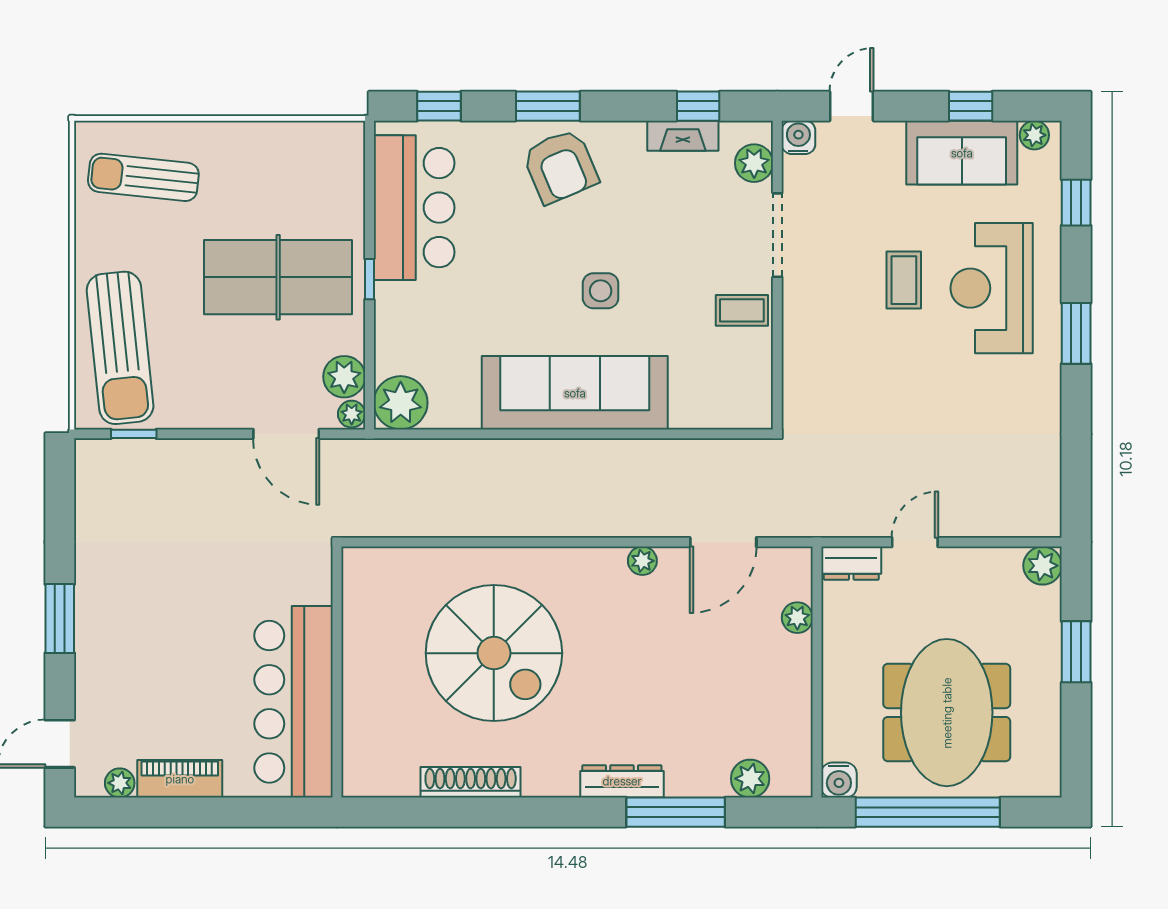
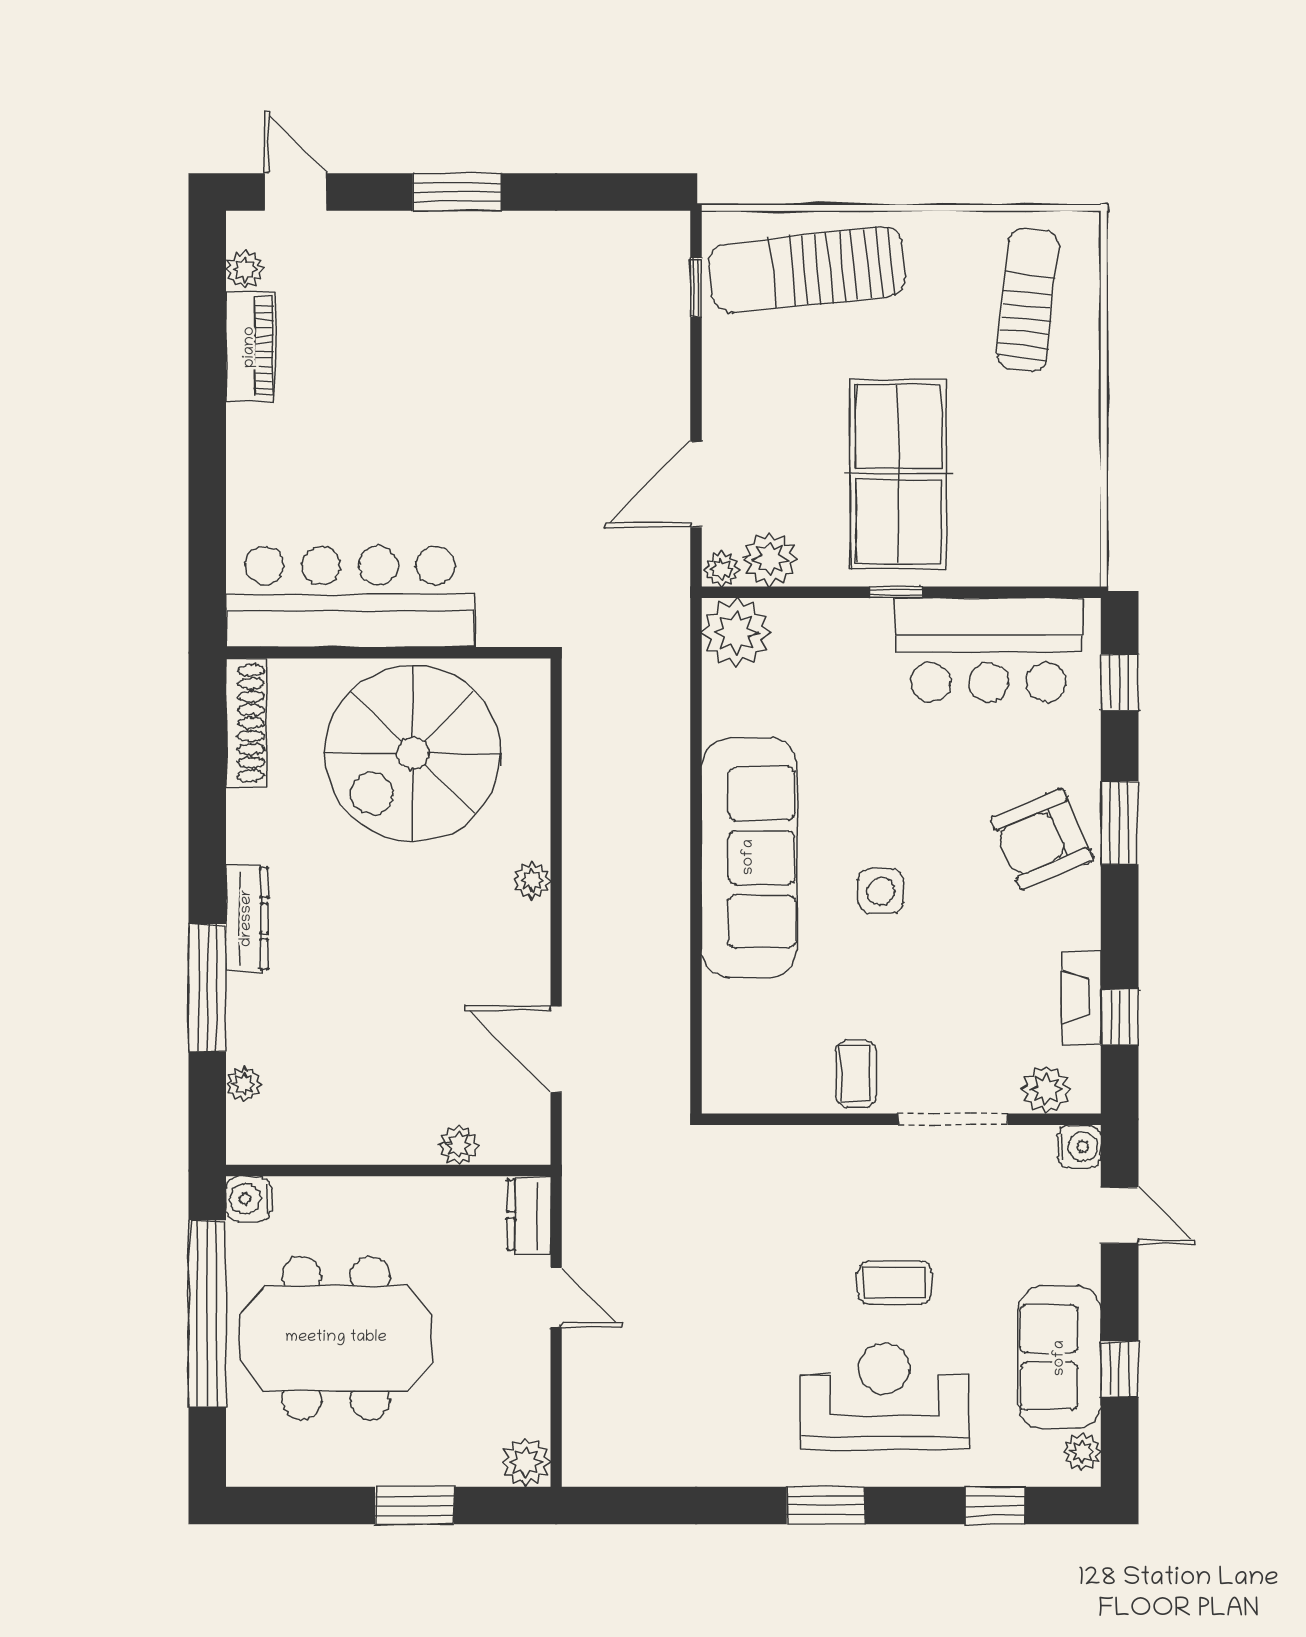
plant: (642, 561) -> (532, 880), moved
wall: (337, 672) -> (388, 653), moved
bar counter: (294, 702) -> (350, 597), moved
plant: (750, 779) -> (244, 1084), width x0.73, depth x0.73

